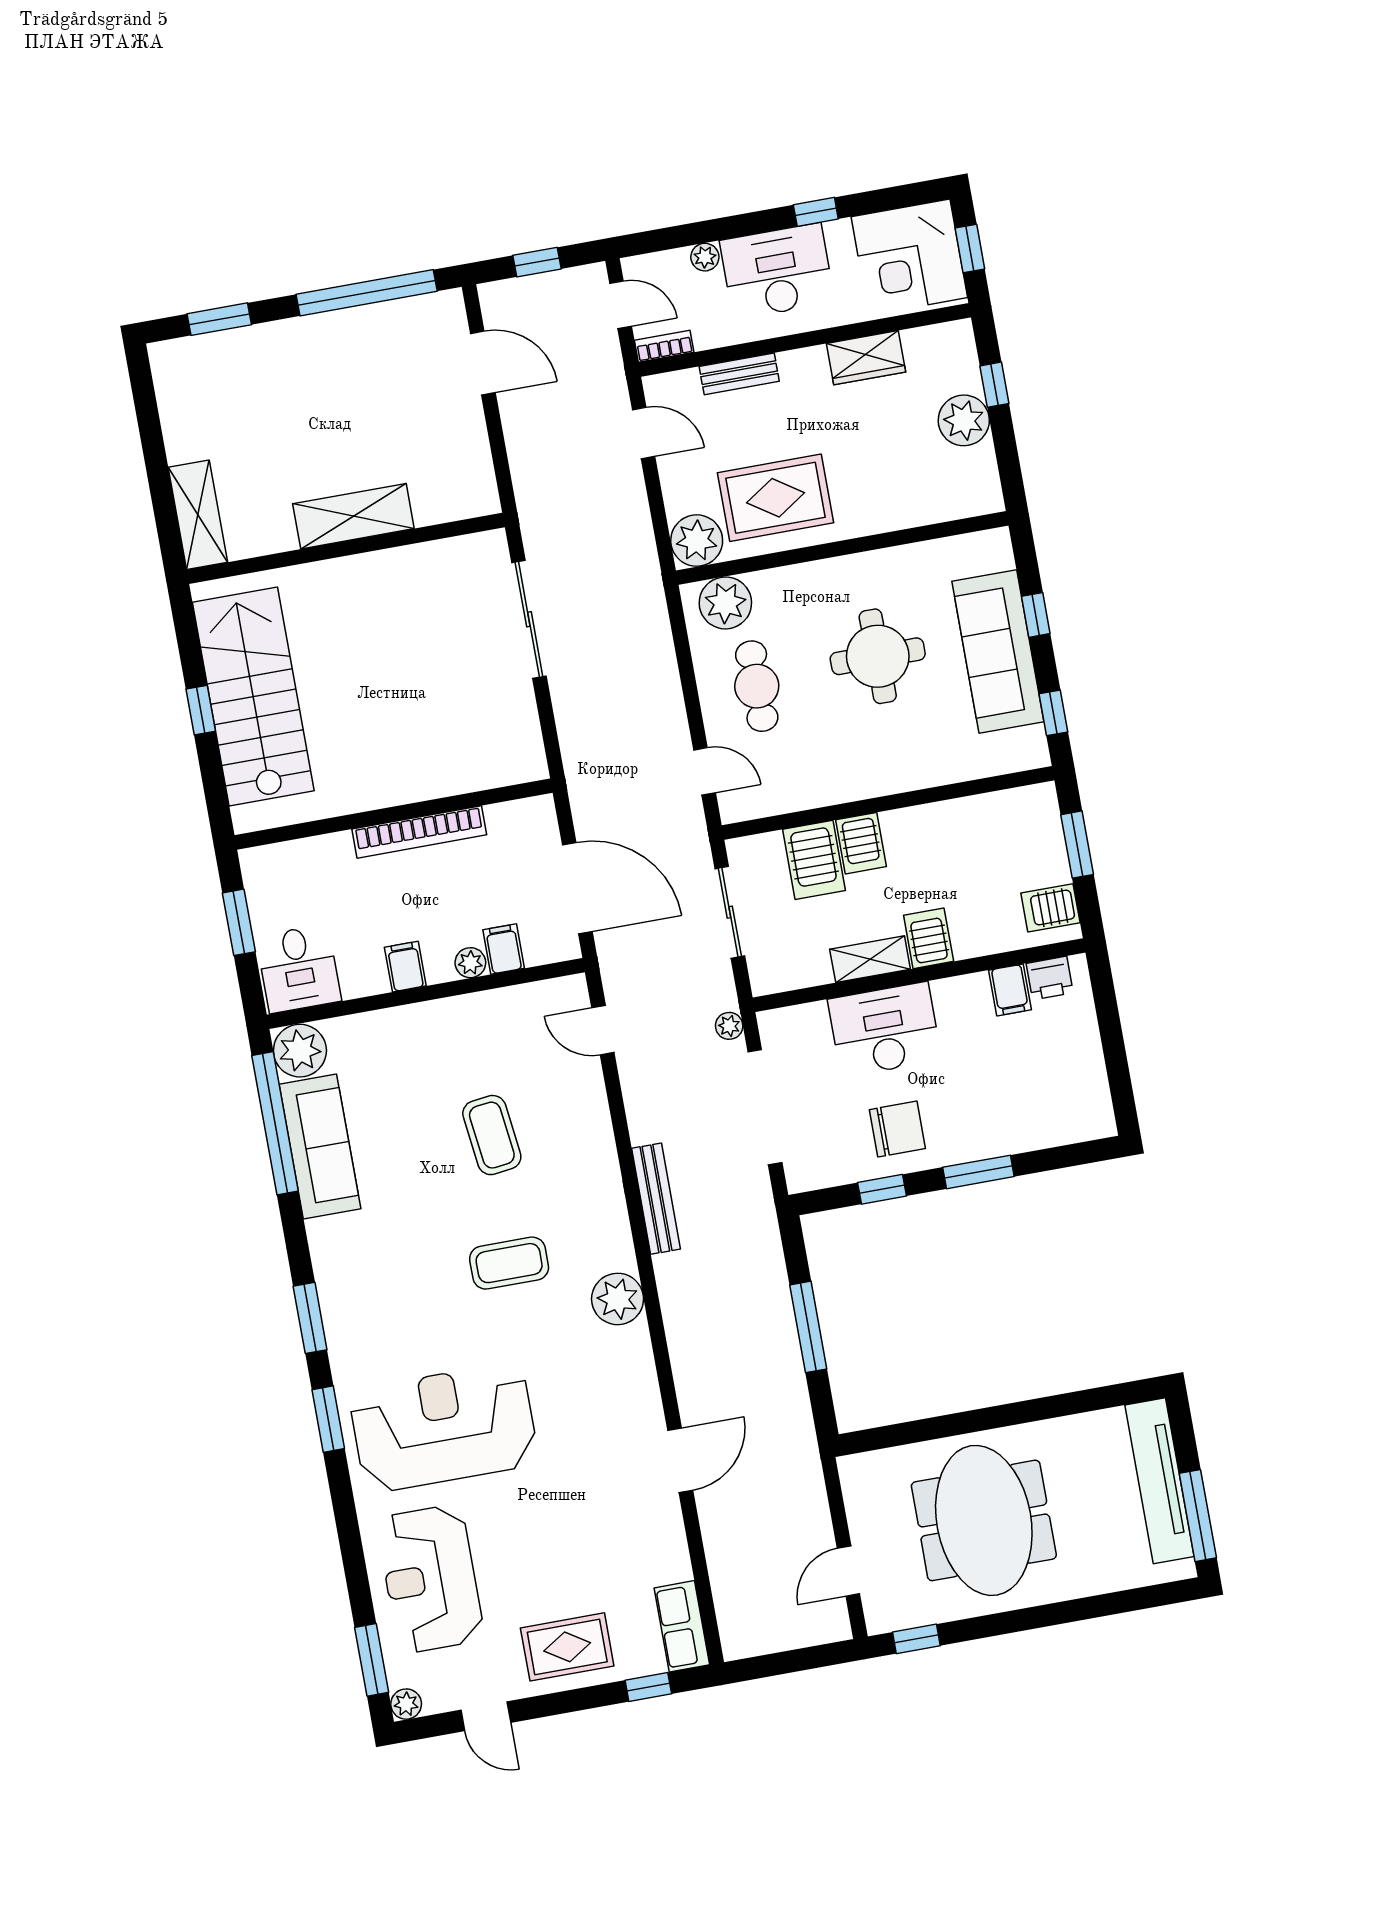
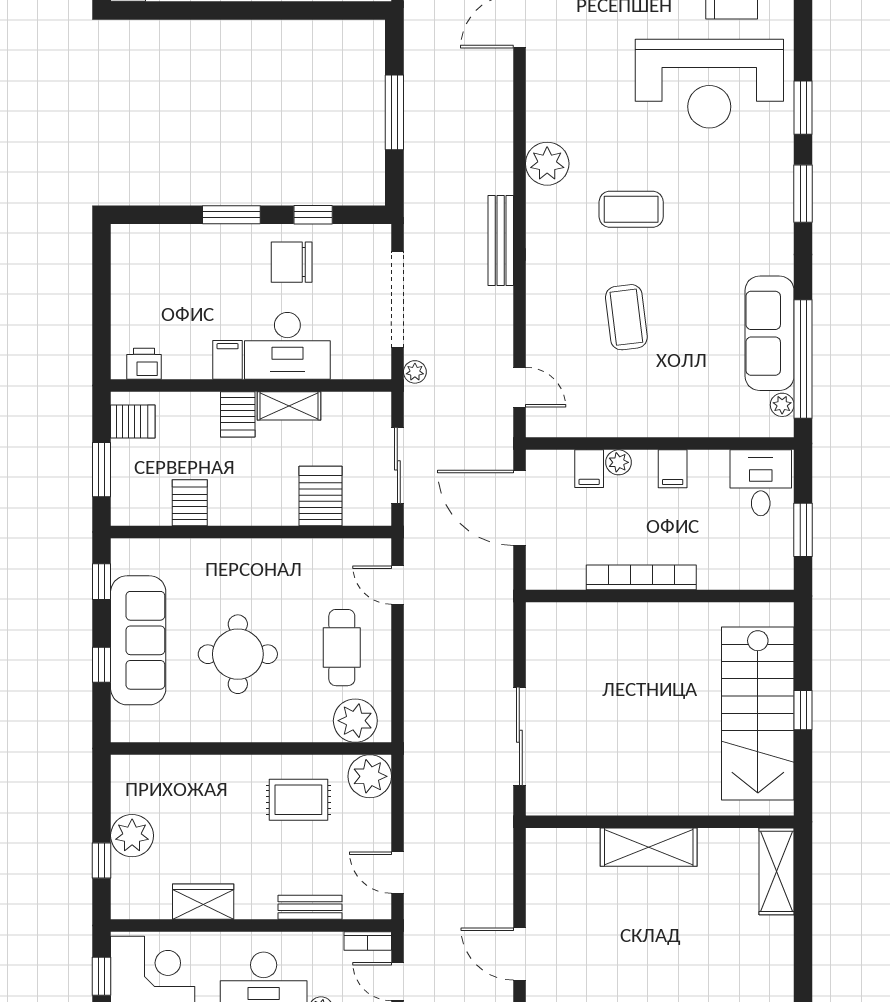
rug: (776, 498) -> (298, 800), width x0.73, depth x0.70
server rack: (861, 843) -> (190, 503), moved
filing cabinet: (1010, 990) -> (228, 360), moved
plant: (300, 1051) -> (782, 405), width x0.53, depth x0.53

